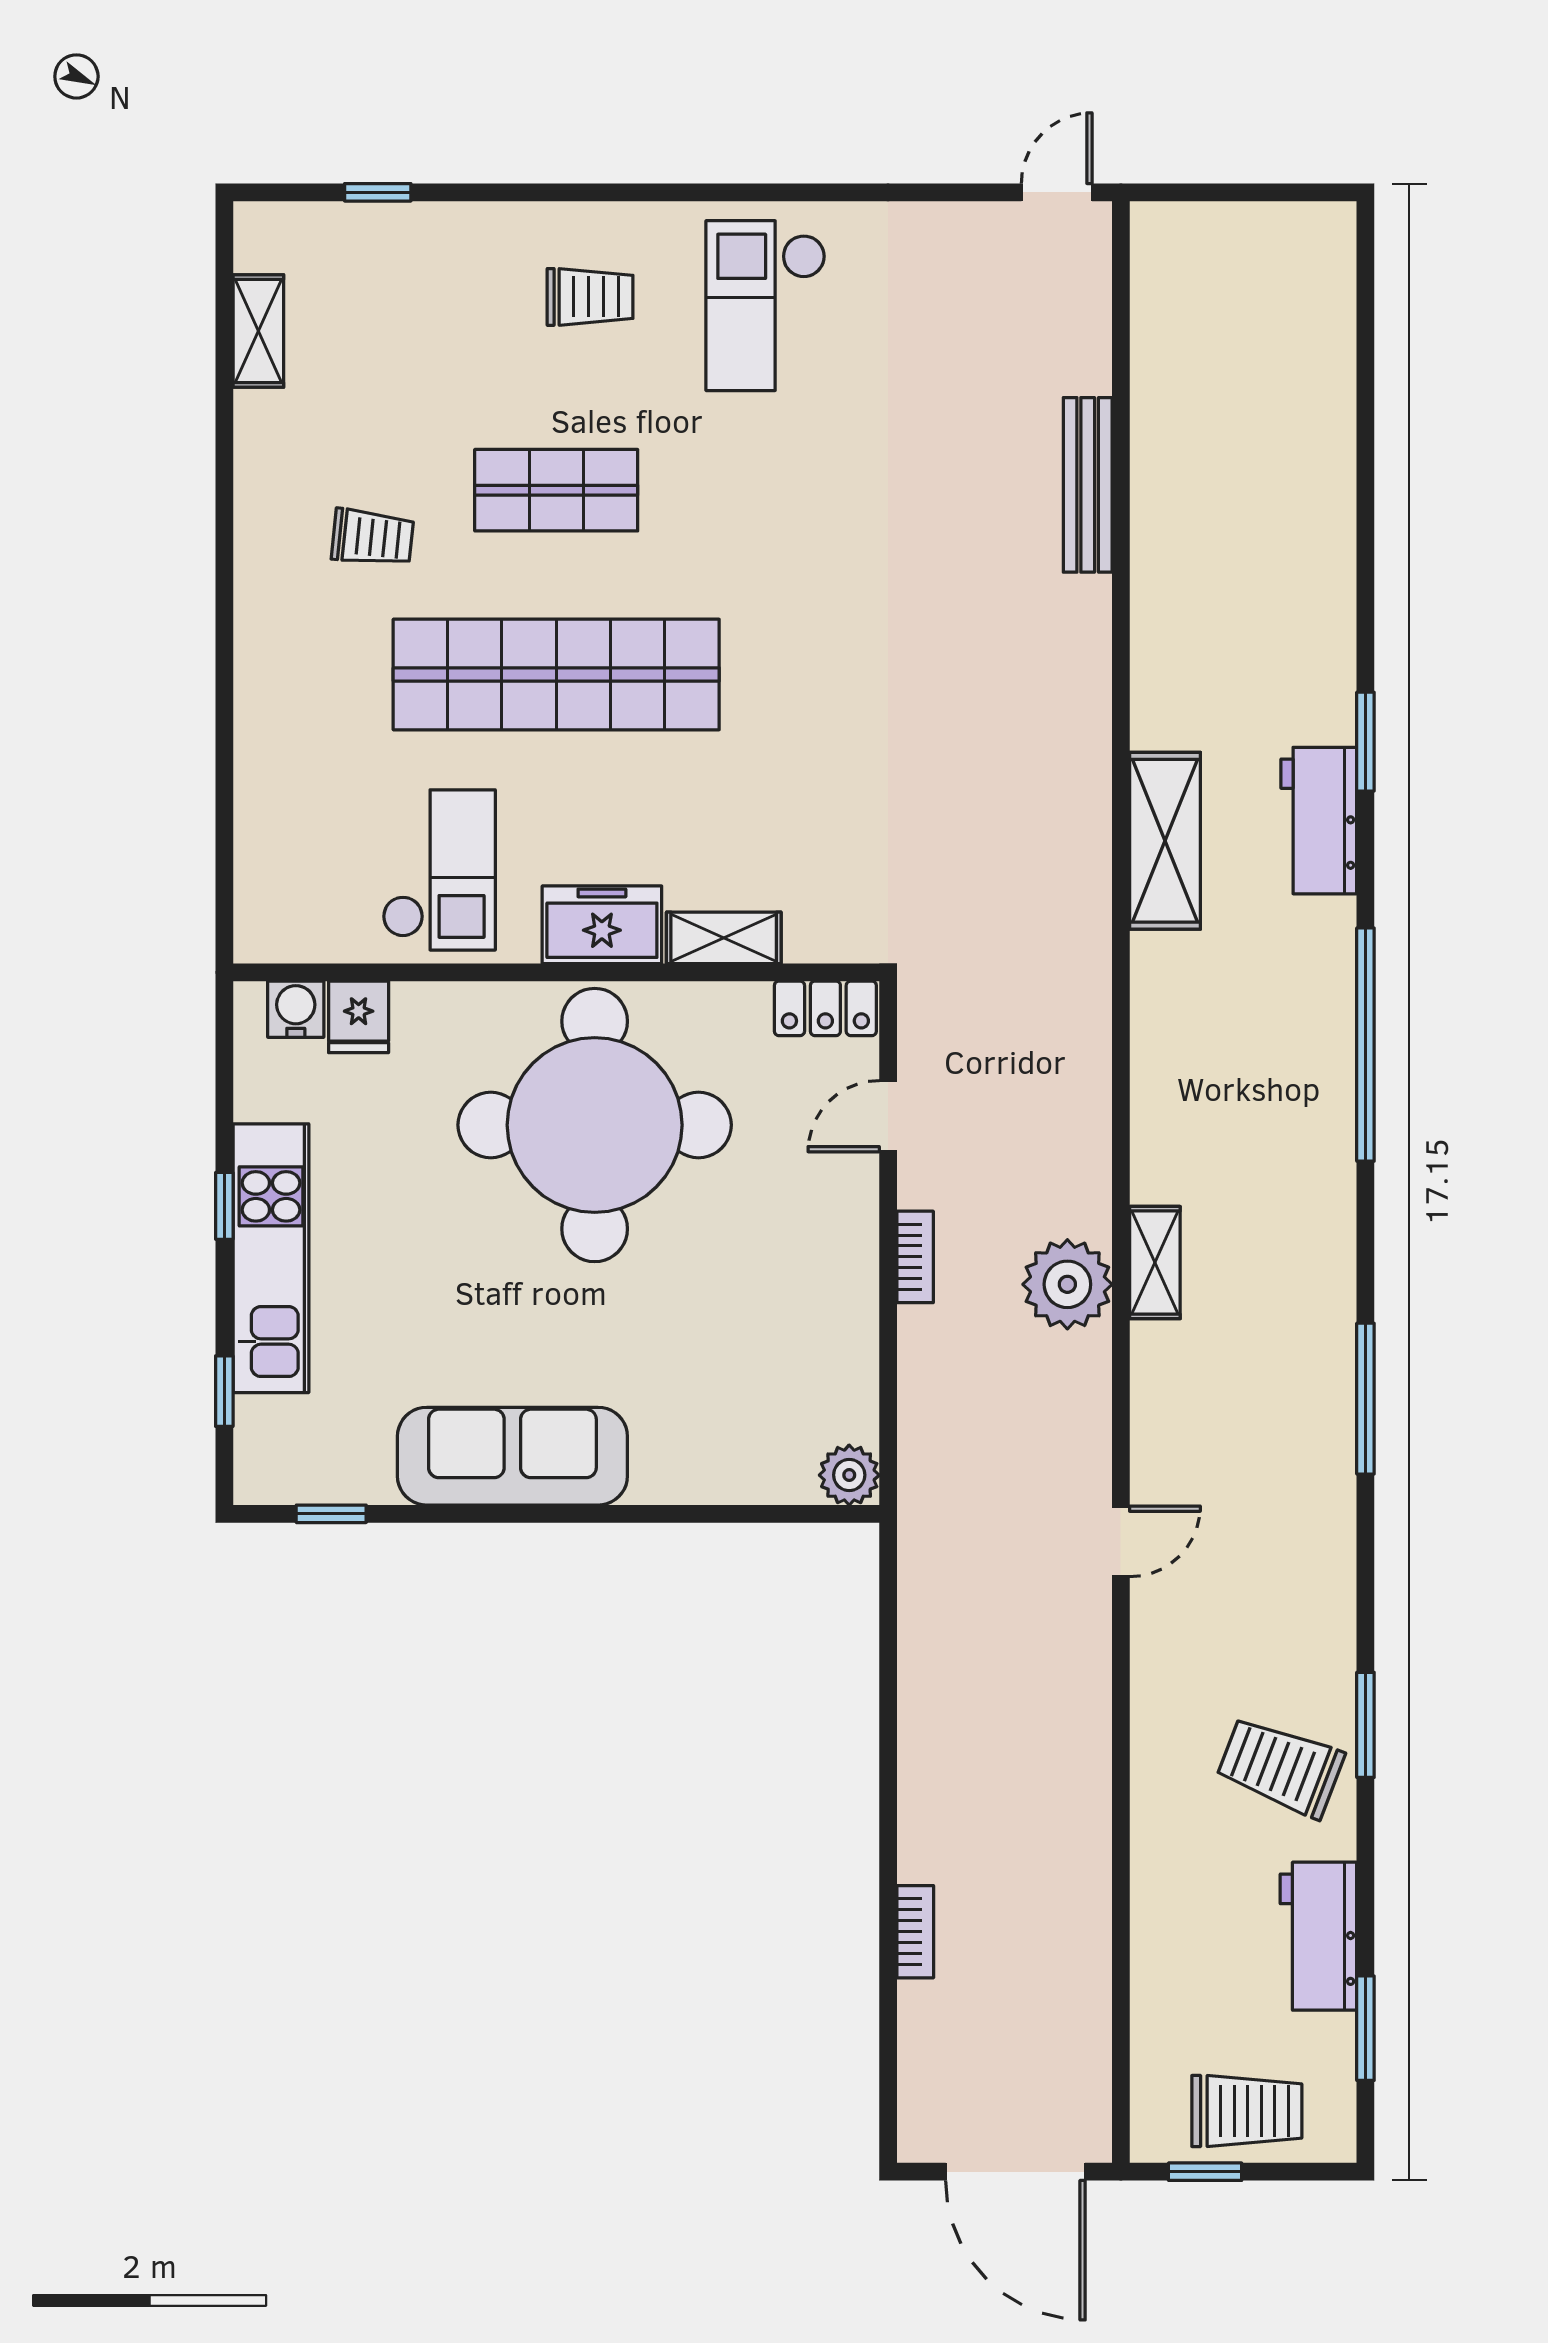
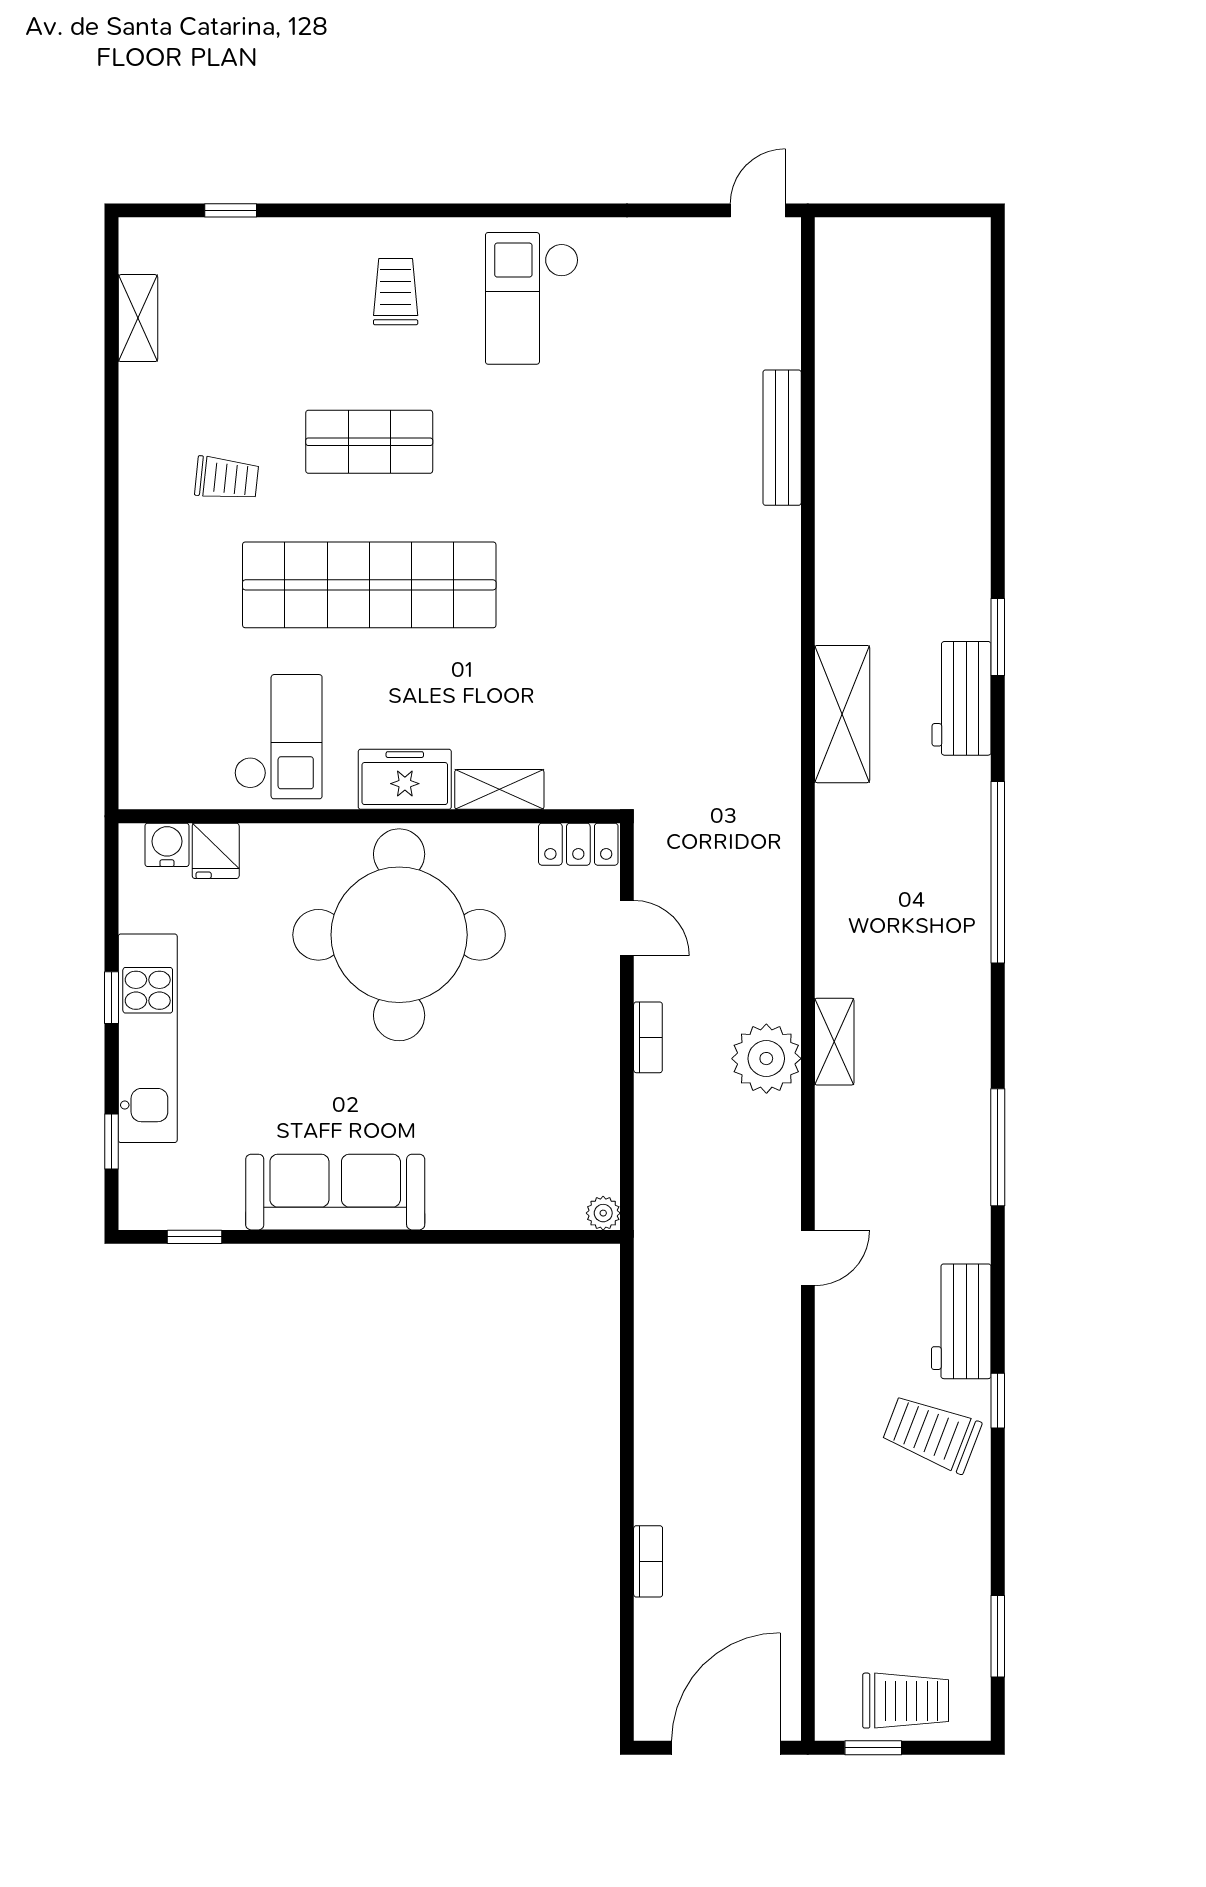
trolley: (590, 297) -> (396, 292), turned -90
door: (888, 1116) -> (627, 928), swing flipped
plant: (849, 1475) -> (603, 1213), width x0.73, depth x0.73
window: (1365, 1725) -> (998, 1401), width x0.67
workbench: (1318, 1936) -> (961, 1321), moved
door: (1015, 2172) -> (726, 1748), swing flipped

